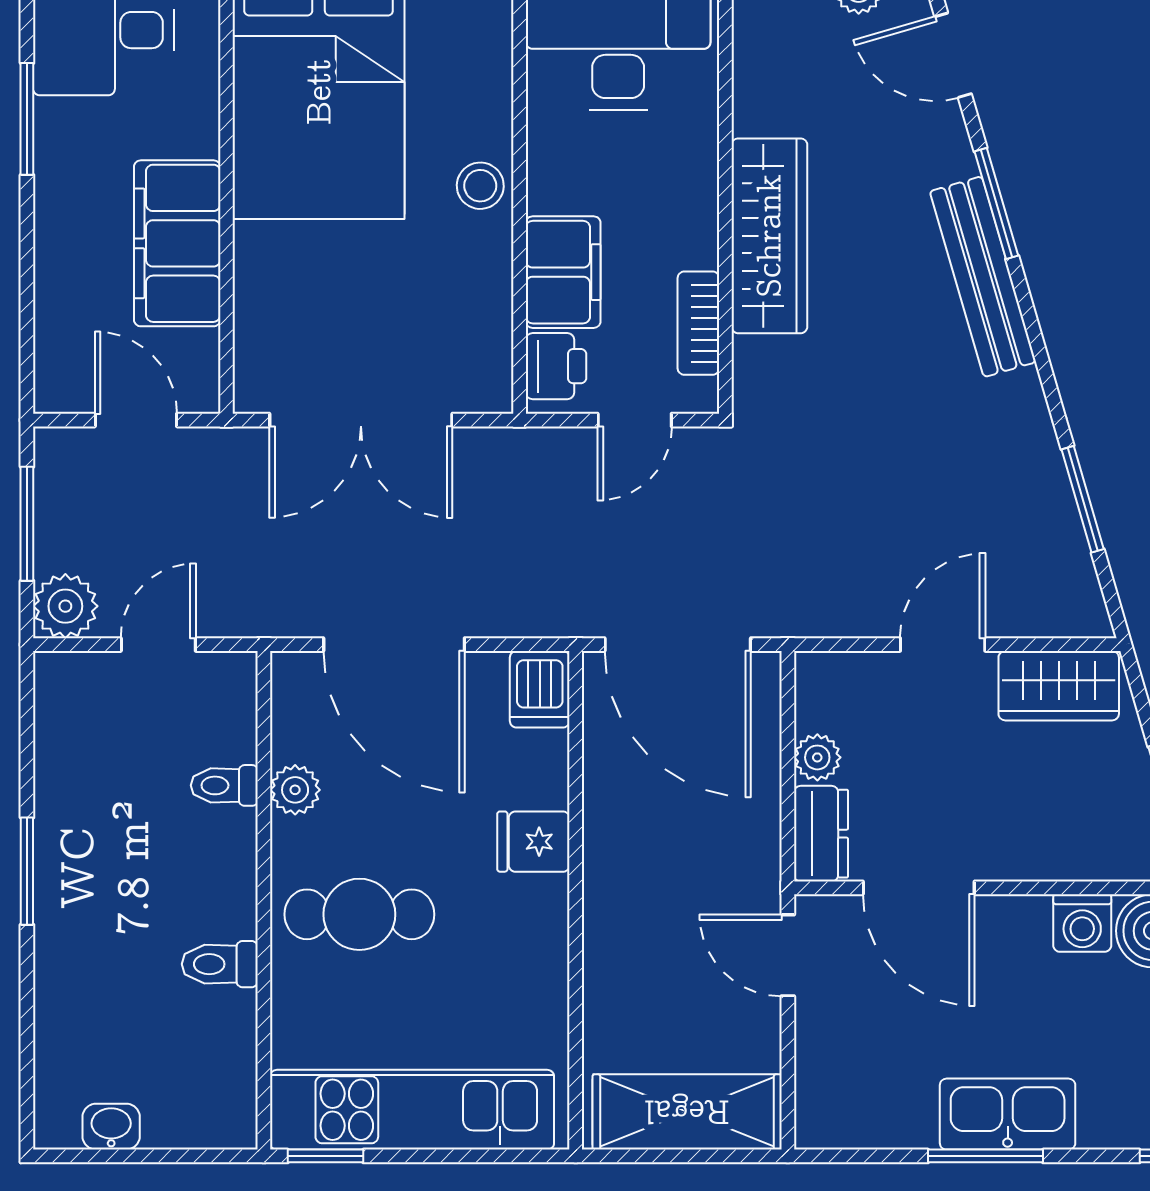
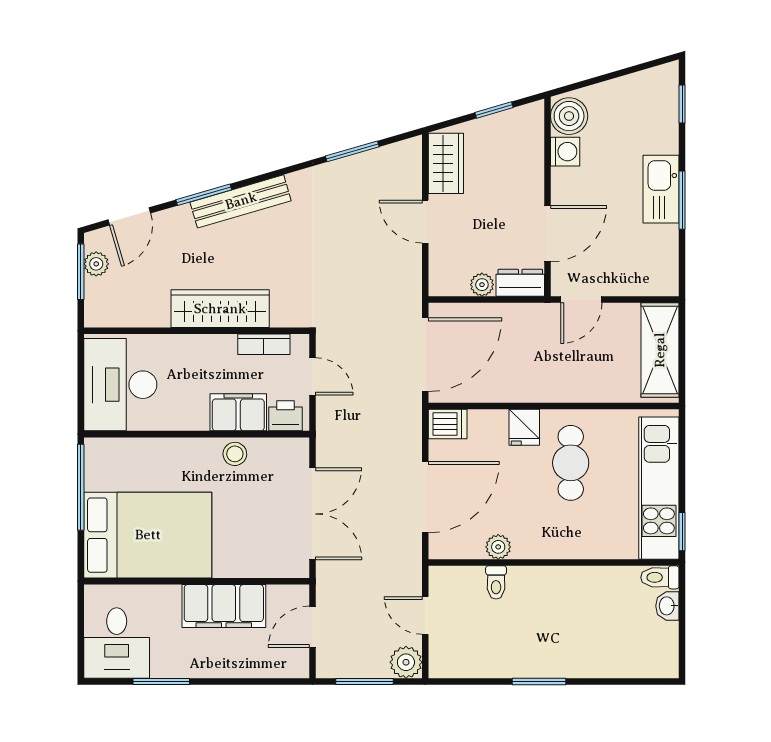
stool: (480, 186) -> (235, 454), moved
cafe table: (359, 914) -> (571, 463), moved
toilet: (220, 964) -> (660, 577), moved, turned 90
washbasin: (111, 1127) -> (667, 606), moved

